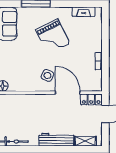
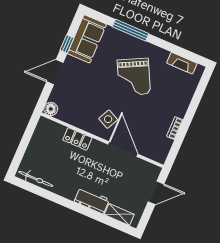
locker: (91, 99) -> (77, 139), moved
workbench: (56, 140) -> (92, 200), width x0.73

